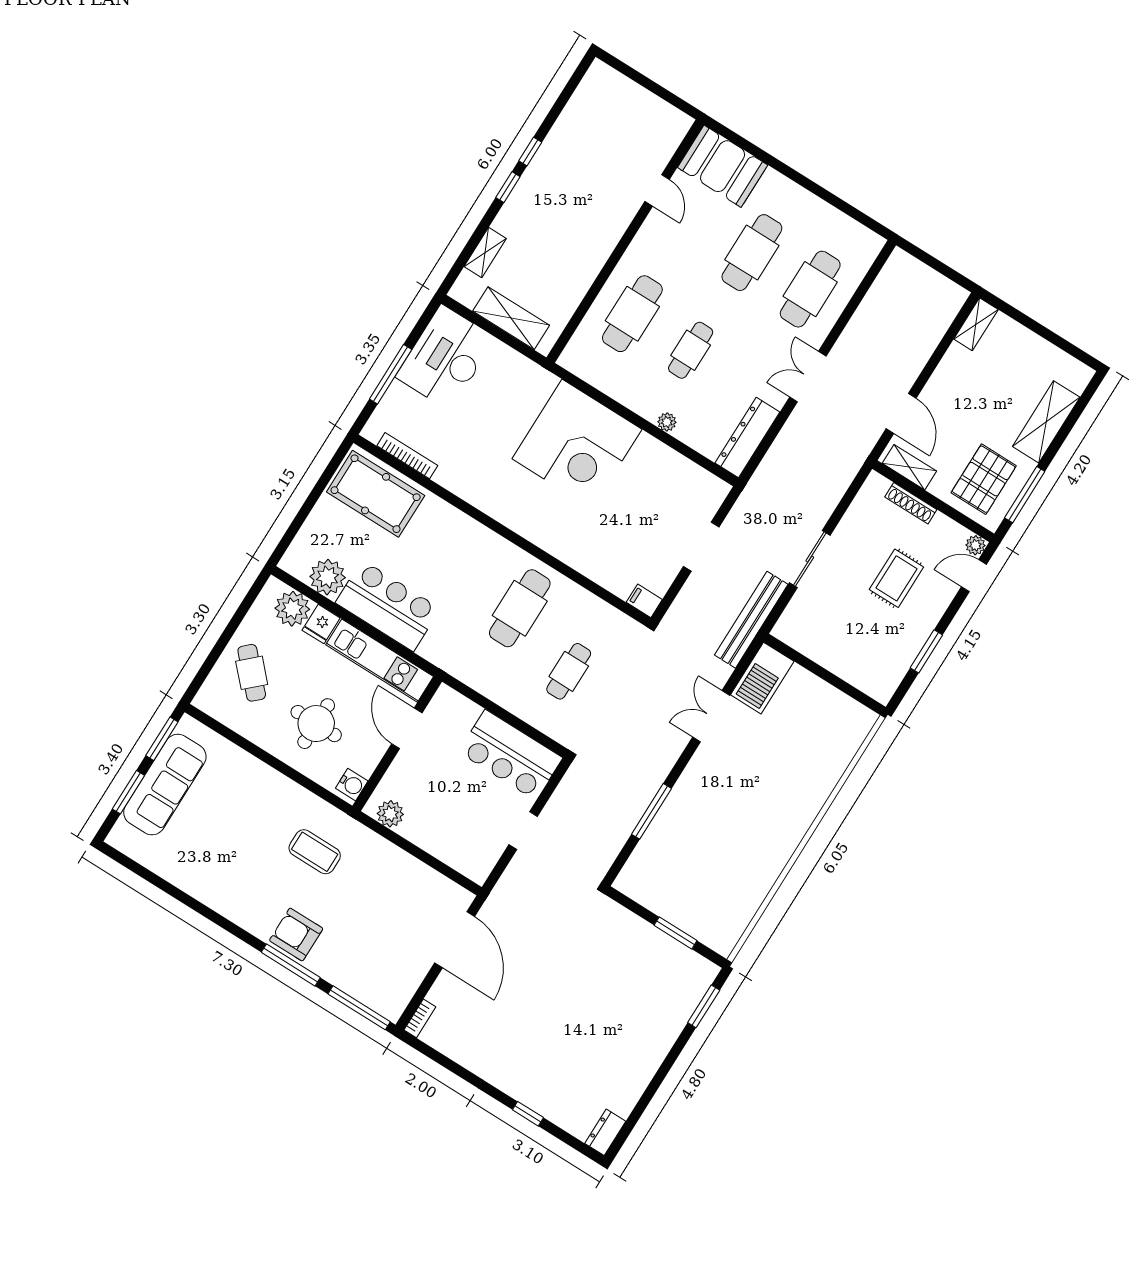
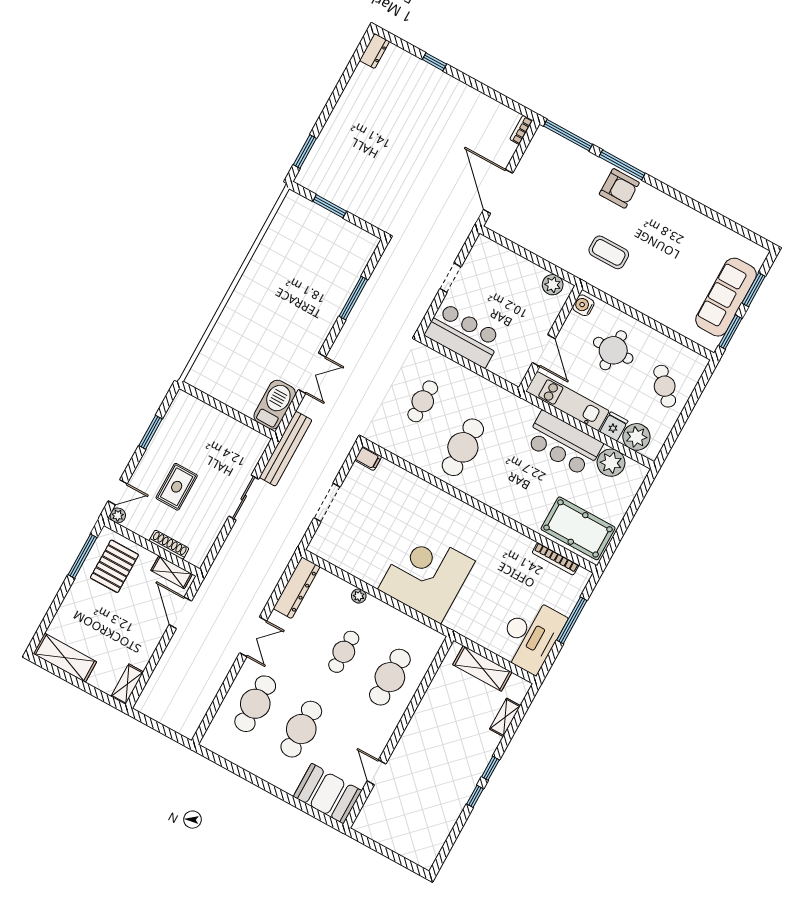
shelving: (1046, 422) -> (65, 658), moved, turned 90

